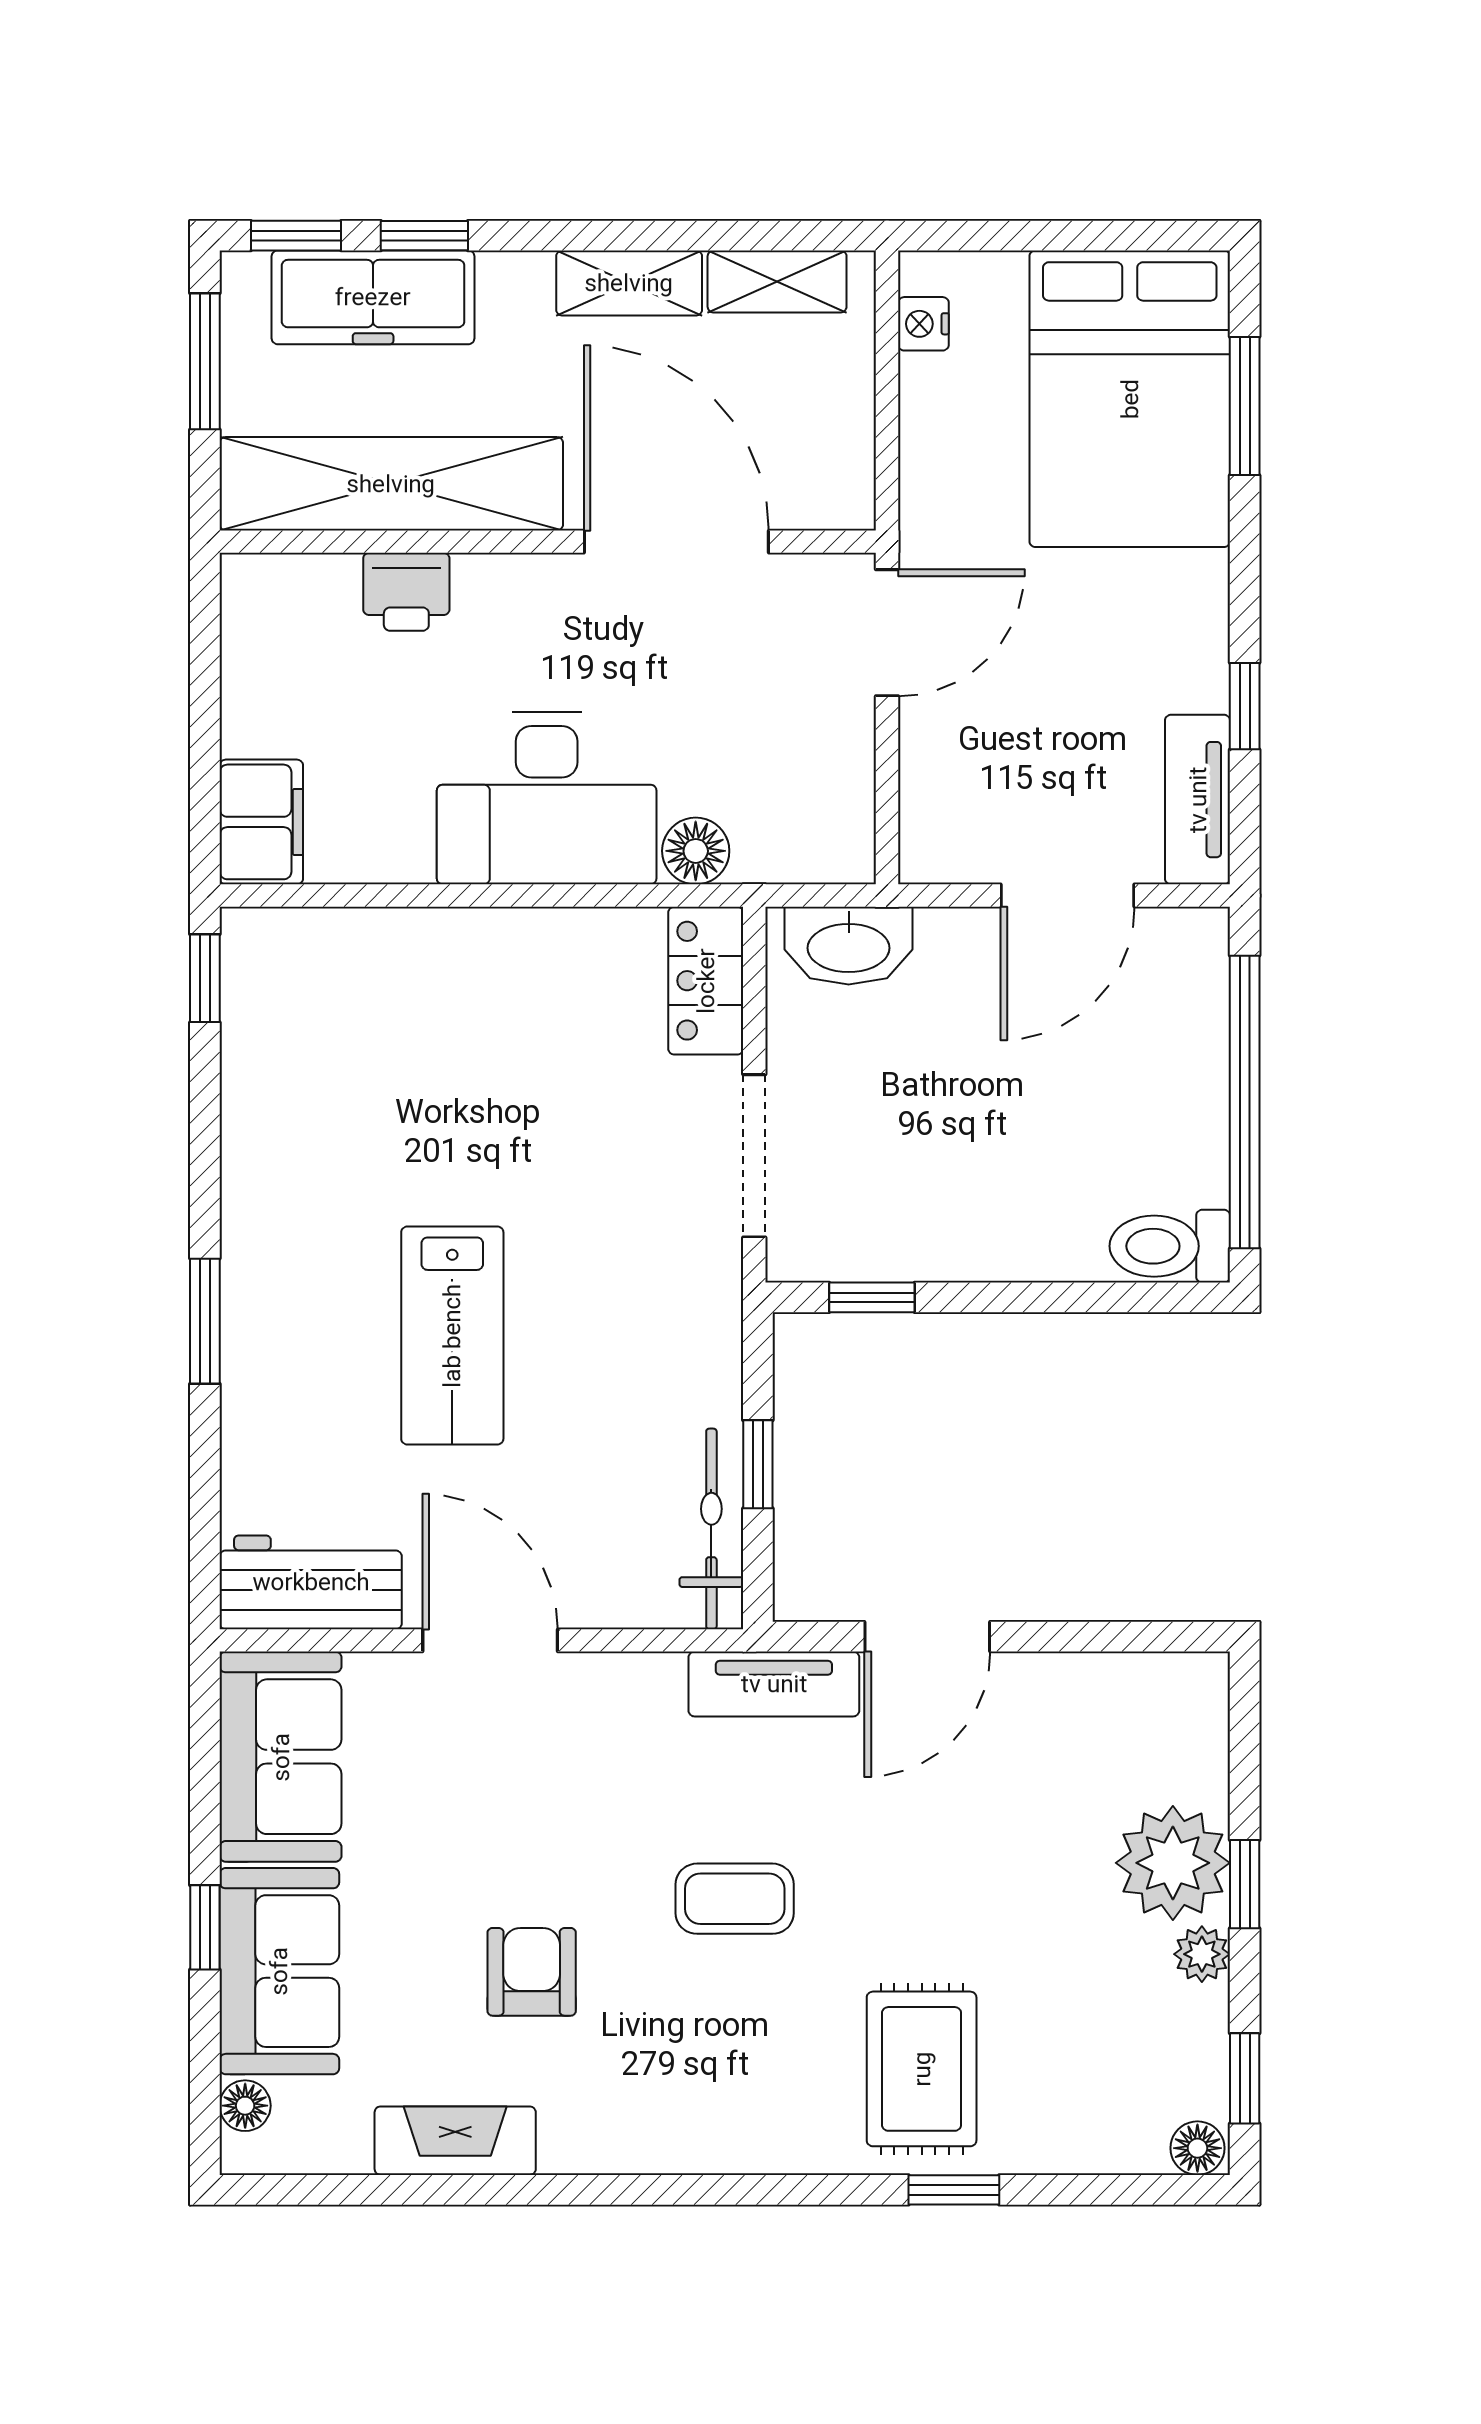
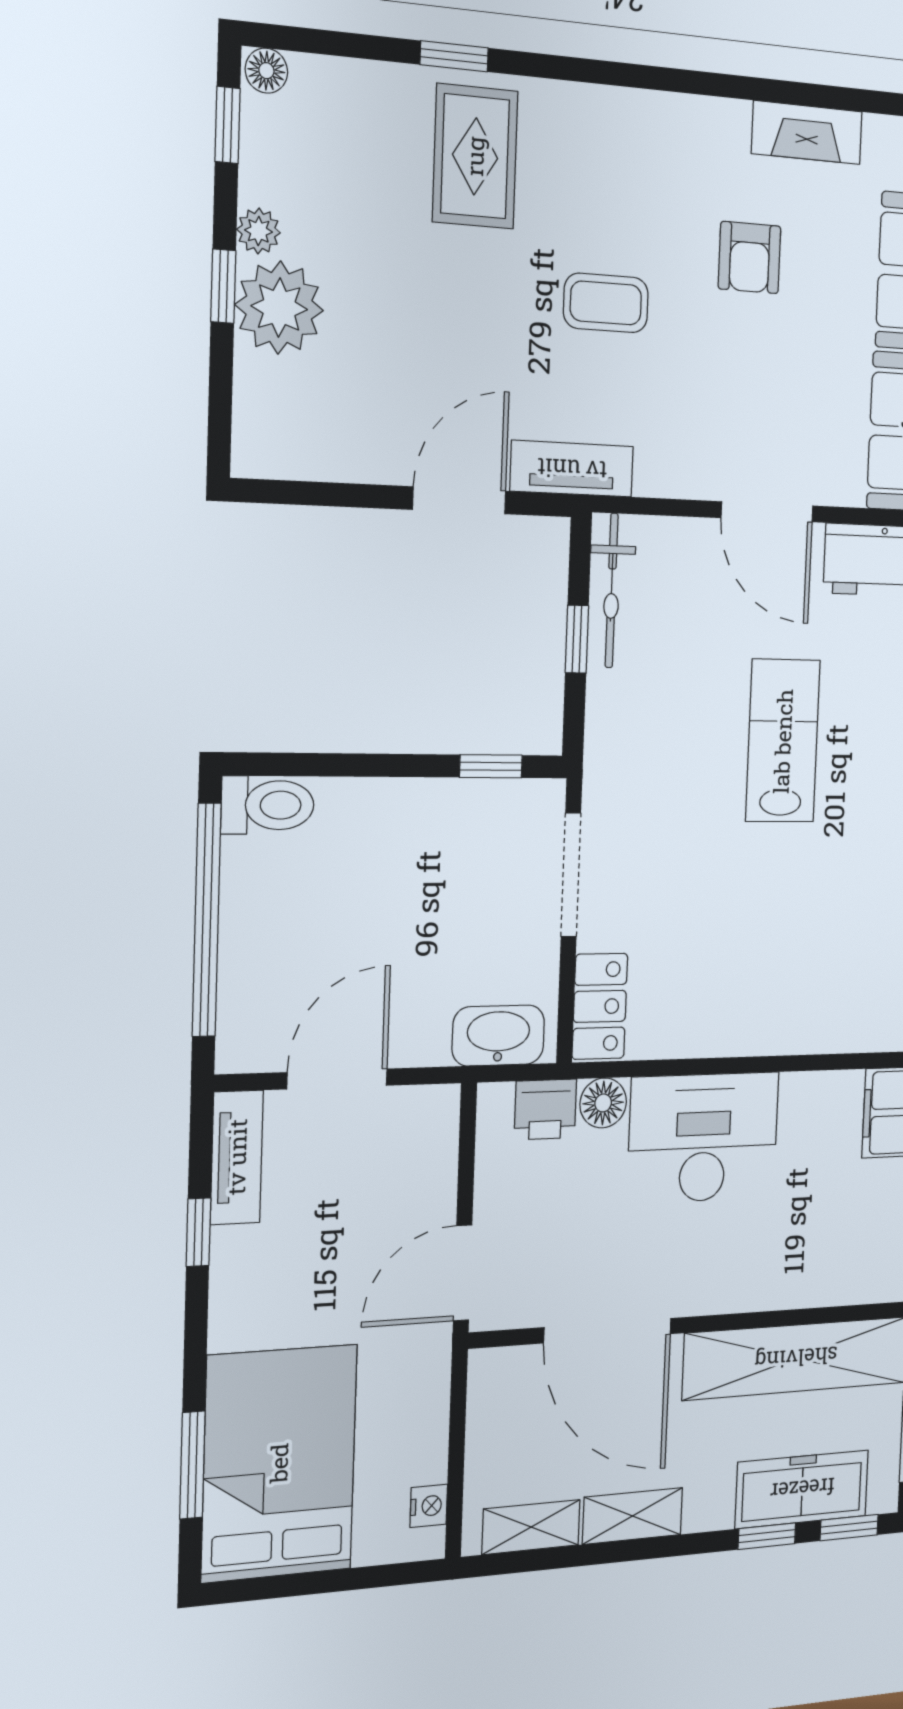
printer: (406, 592) -> (545, 1109), moved, turned 180

